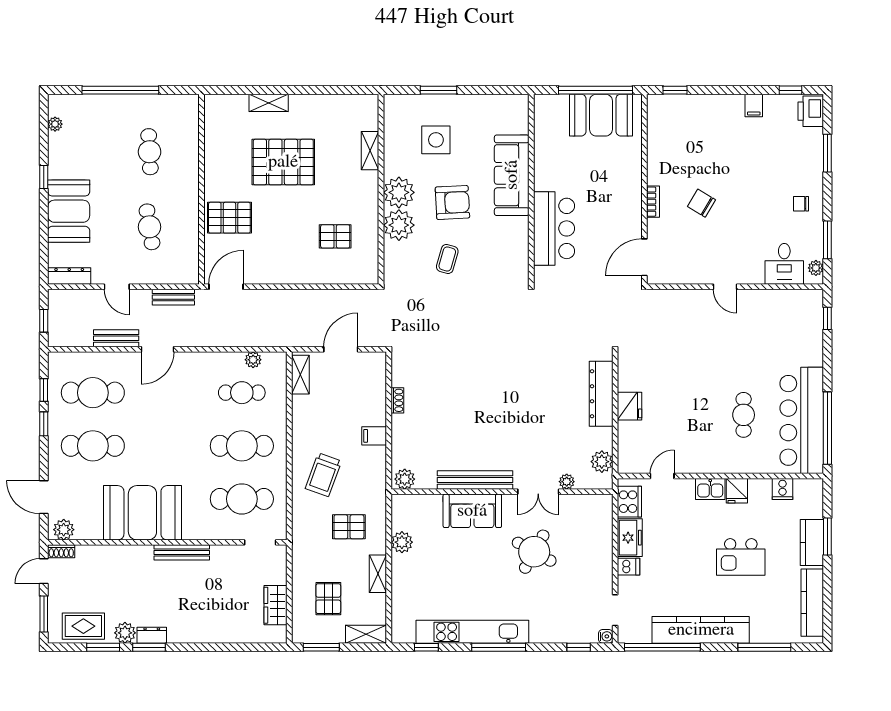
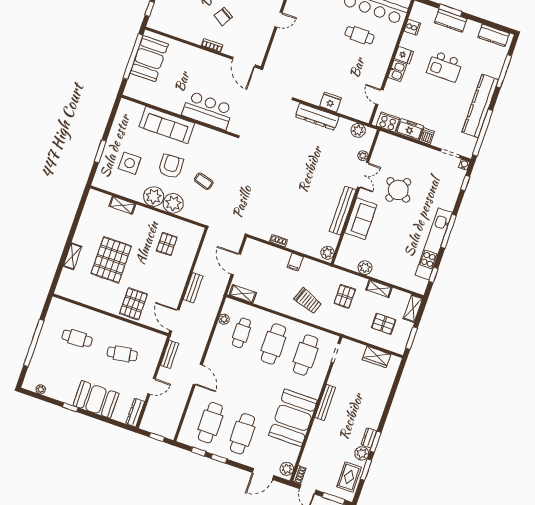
bench: (116, 338) -> (193, 288), moved
kitchen island: (741, 557) -> (445, 67), turned 90
kitchen counter: (812, 603) -> (494, 35), width x0.67

